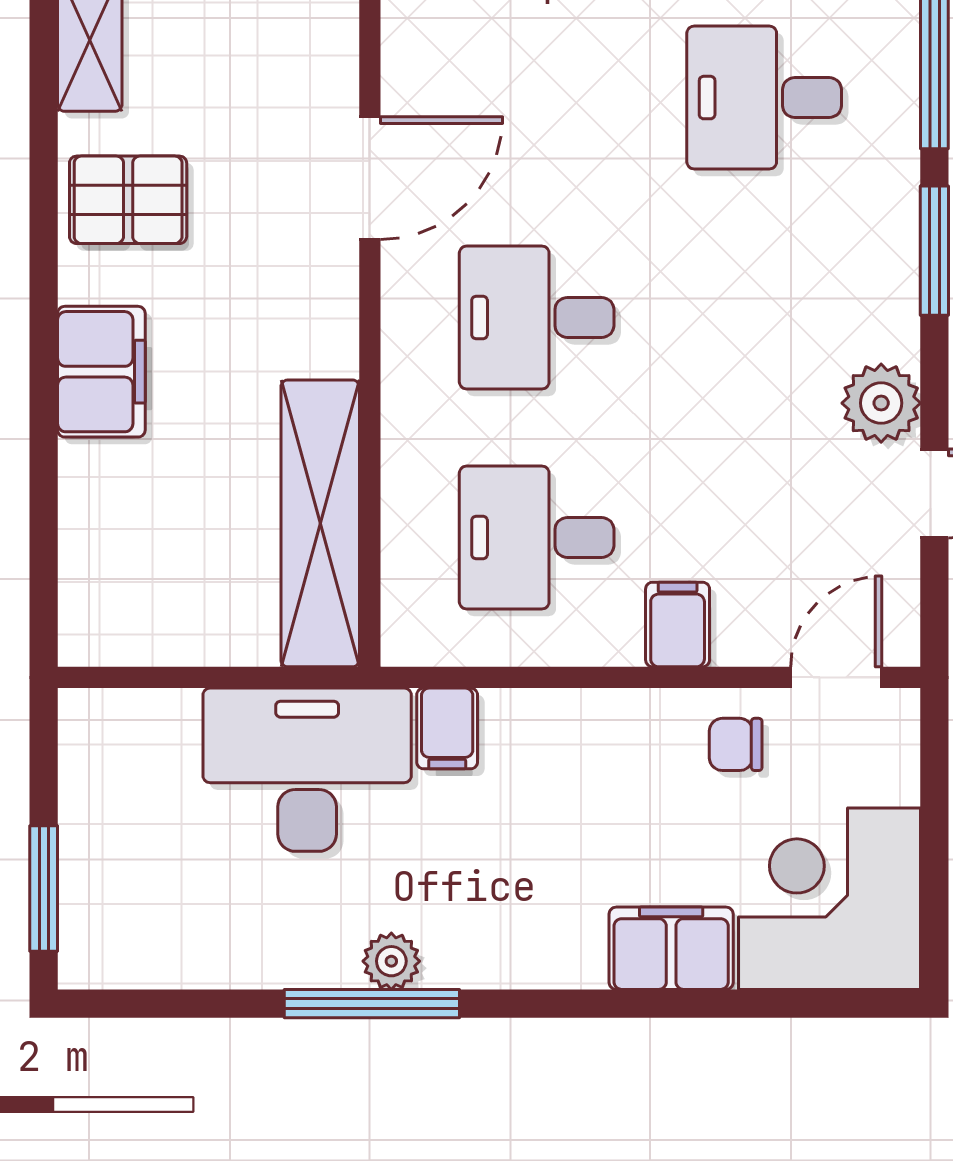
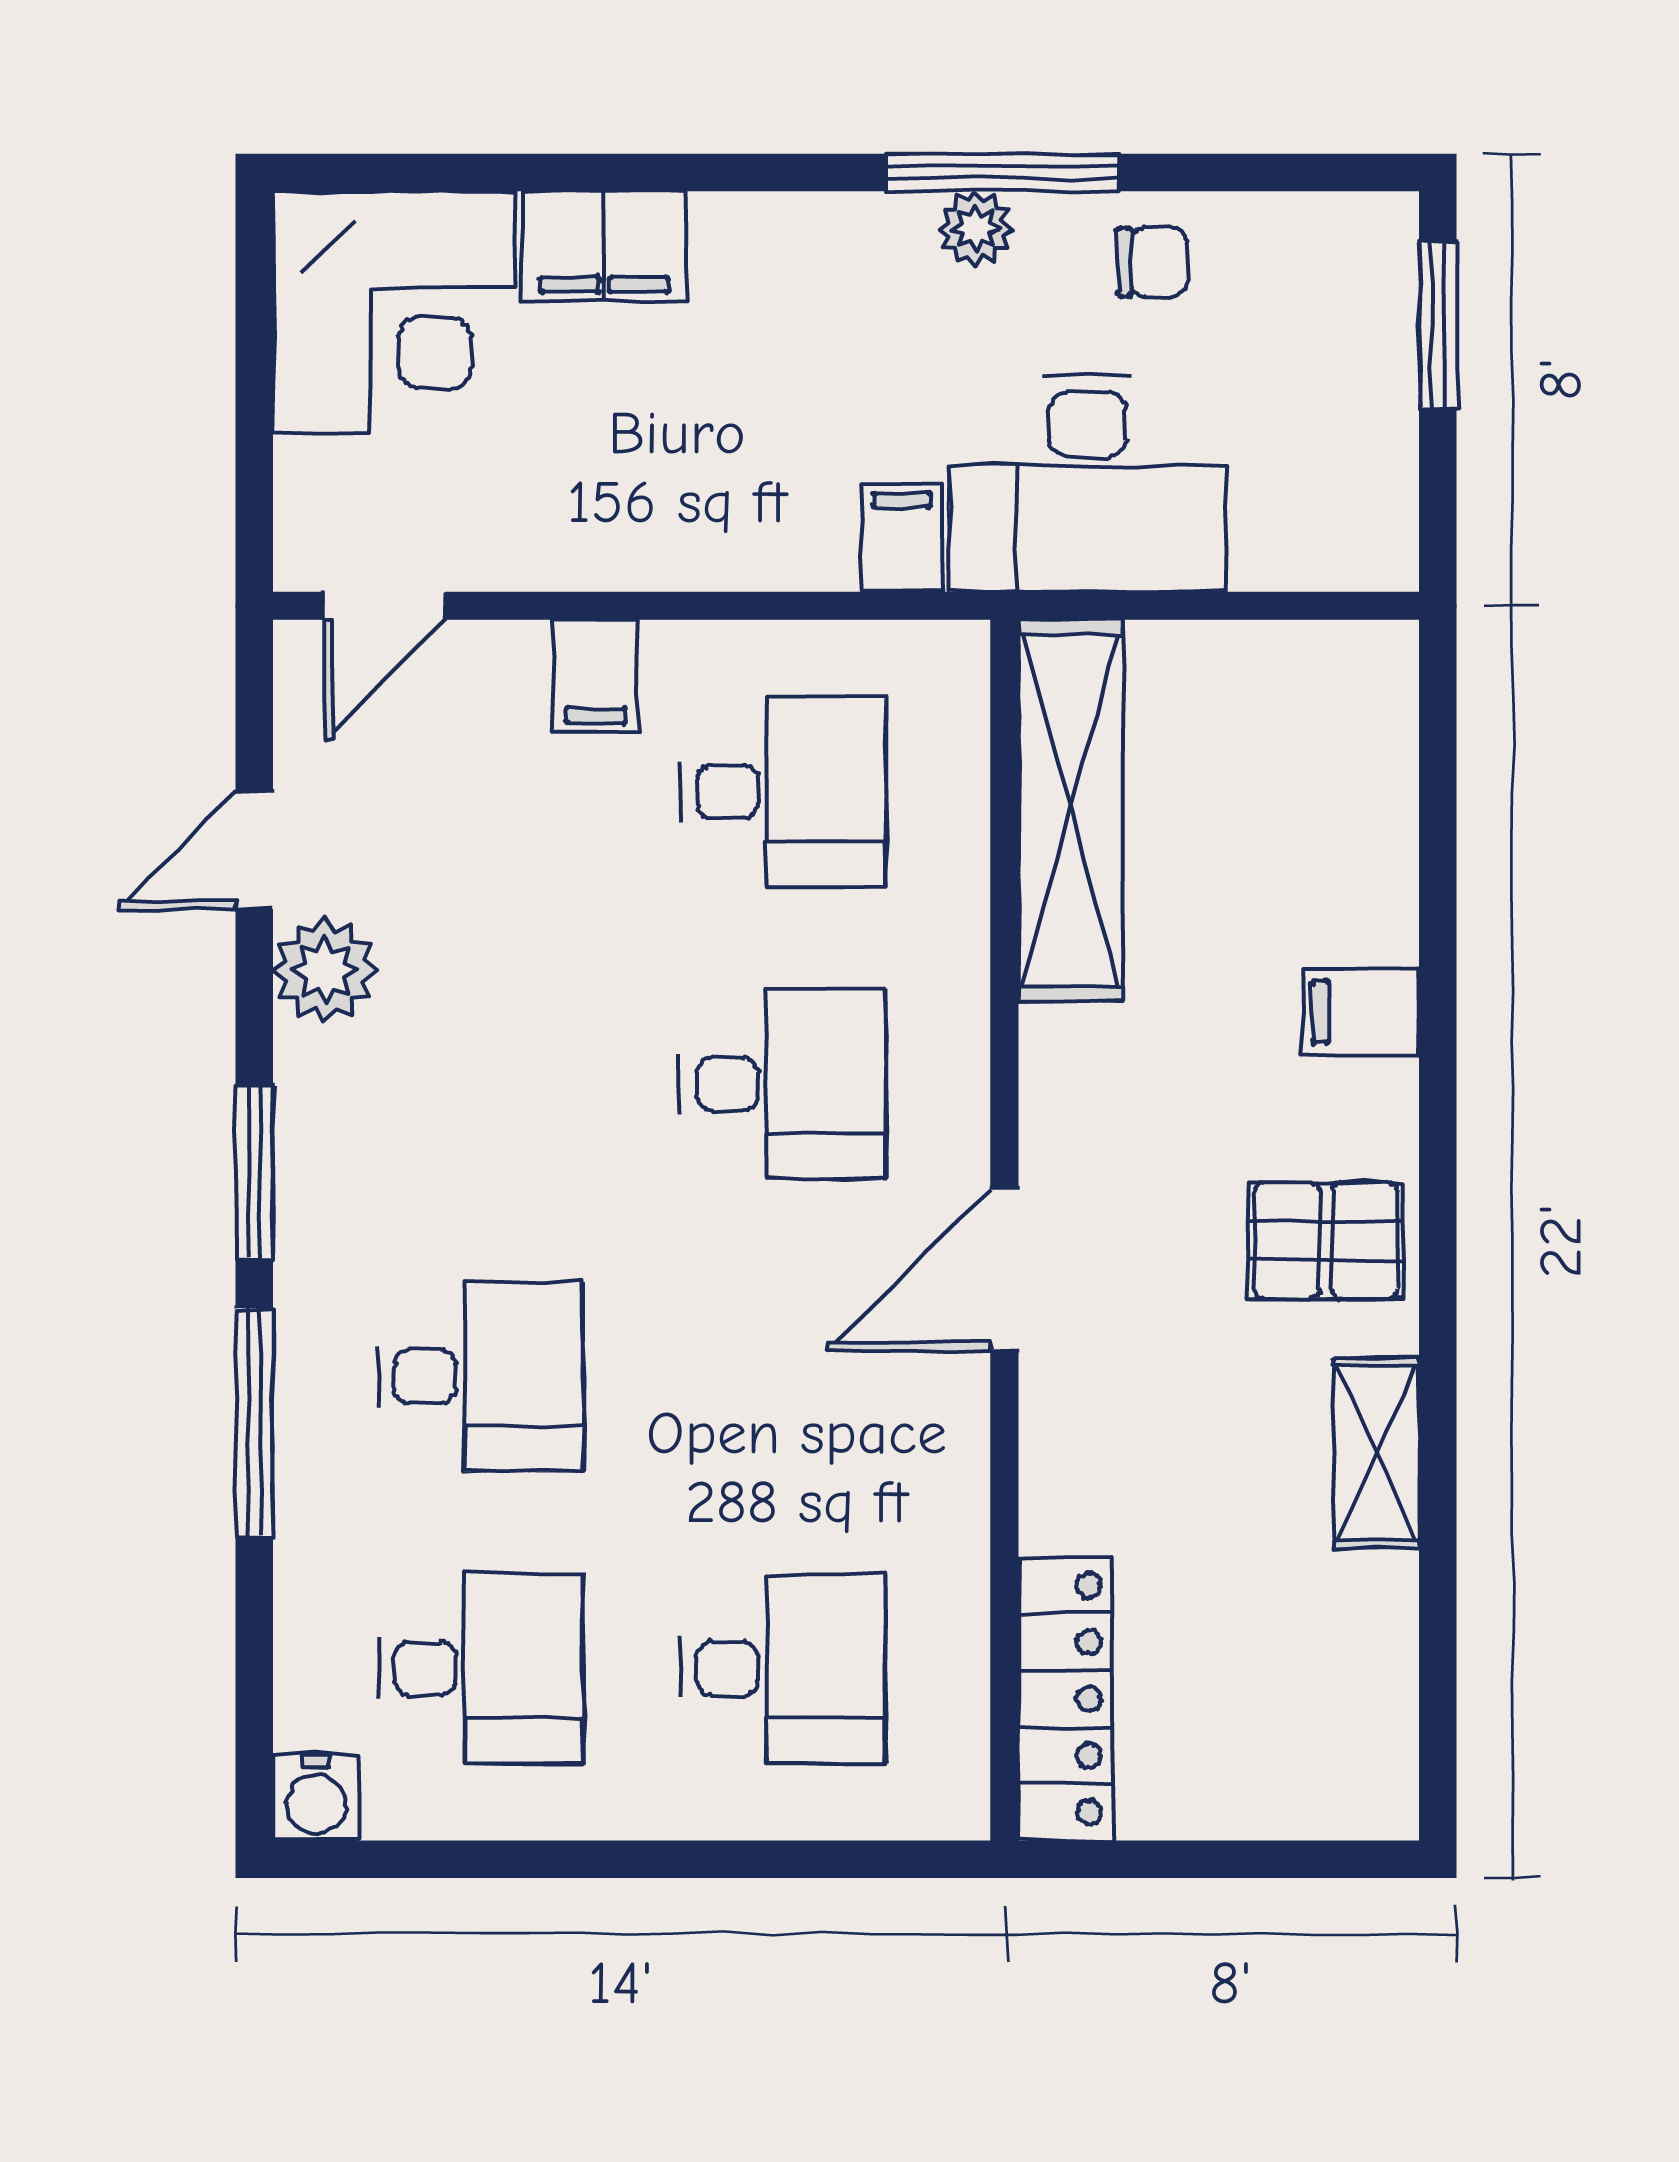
filing cabinet: (101, 372) -> (1361, 1012), width x0.50
chair: (736, 744) -> (1152, 262), moved

